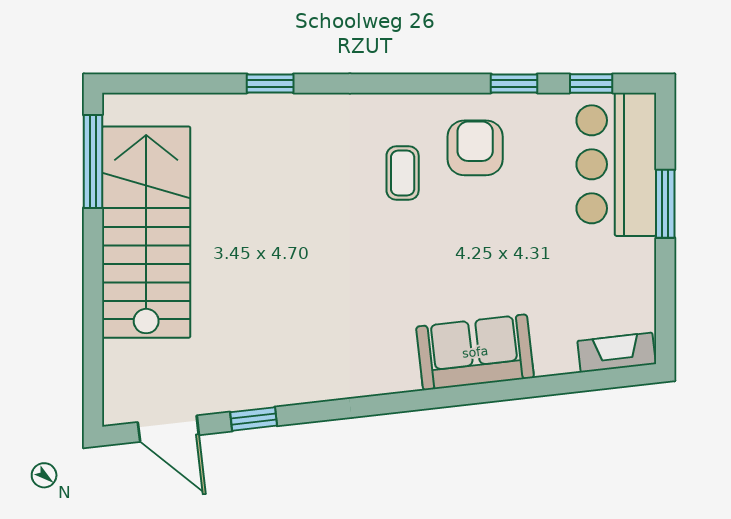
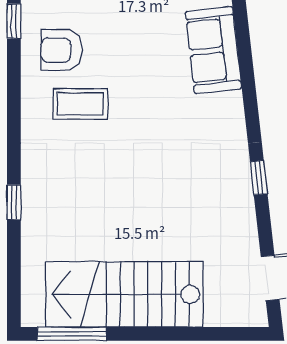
coffee table: (403, 173) -> (80, 104), width x1.36, depth x1.30
window: (254, 419) -> (259, 178), moved

